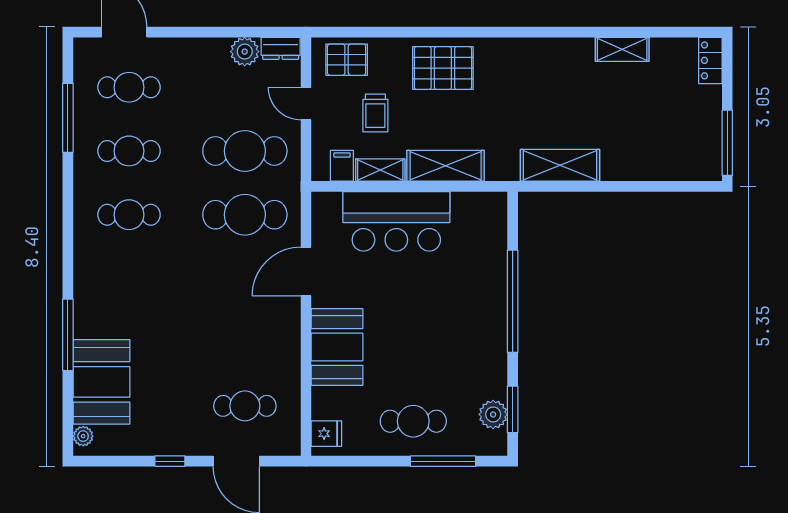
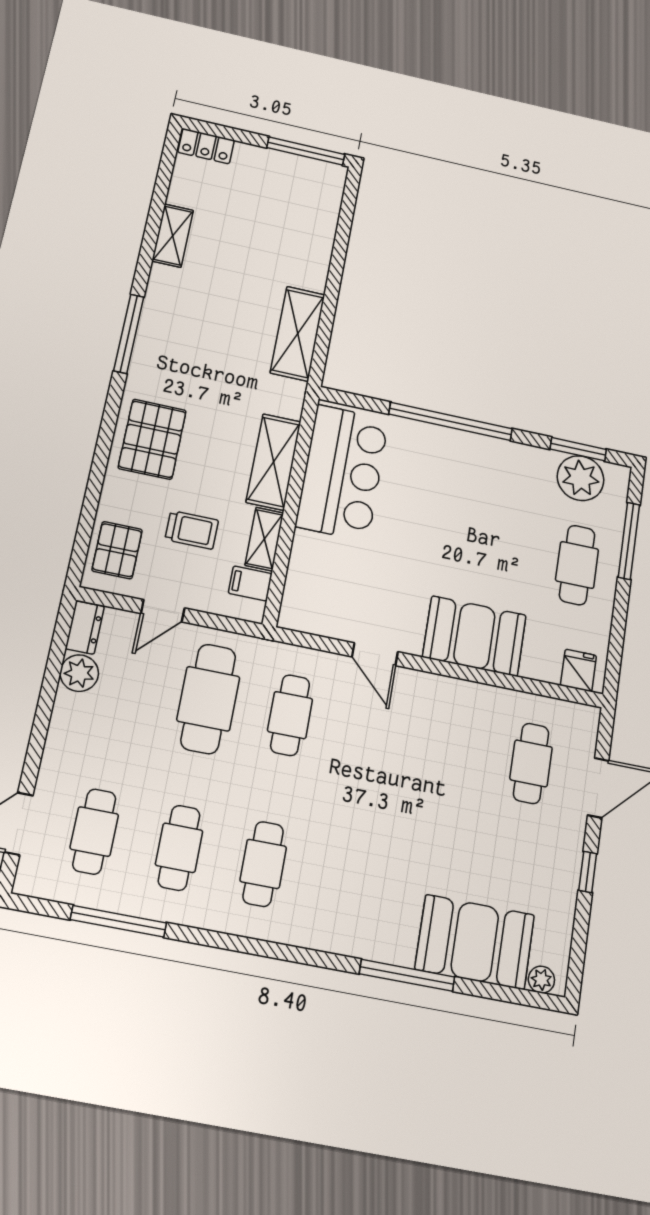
window: (528, 32) -> (129, 334), added
cafe table: (245, 215) -> (290, 715), width x0.73, depth x0.74
bar counter: (396, 221) -> (342, 472), moved
door: (306, 271) -> (375, 654), width x0.73
plant: (493, 414) -> (581, 478), width x1.36, depth x1.36

